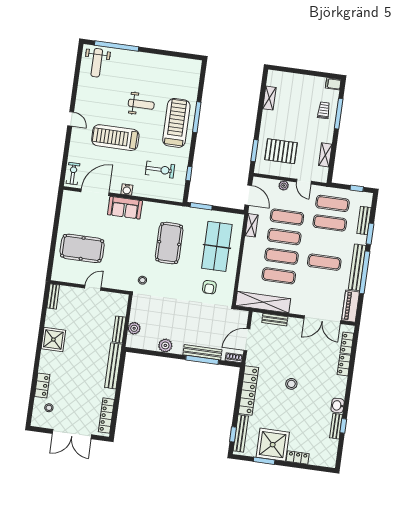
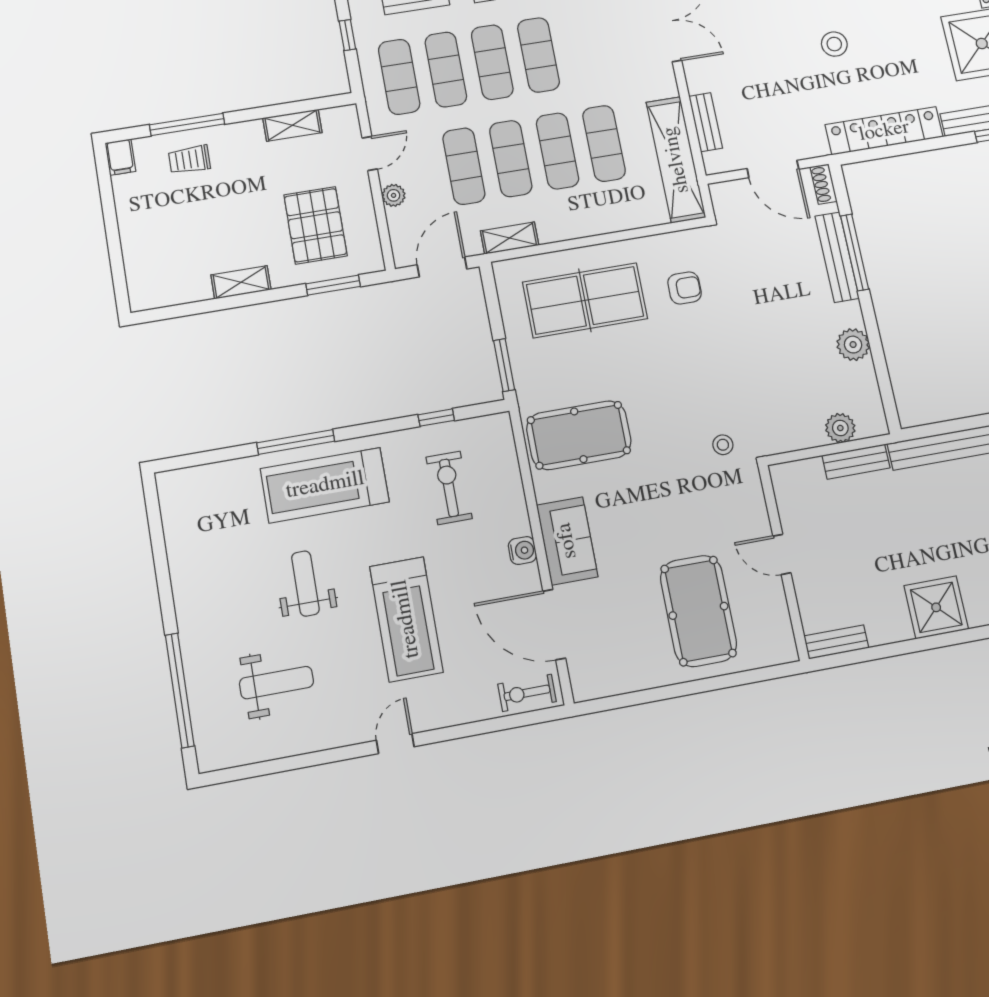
weight bench: (97, 63) -> (276, 683), moved
shelving: (269, 98) -> (241, 282), moved
pool table: (169, 243) -> (579, 435), moved
exercise mat: (327, 243) -> (492, 62), added

